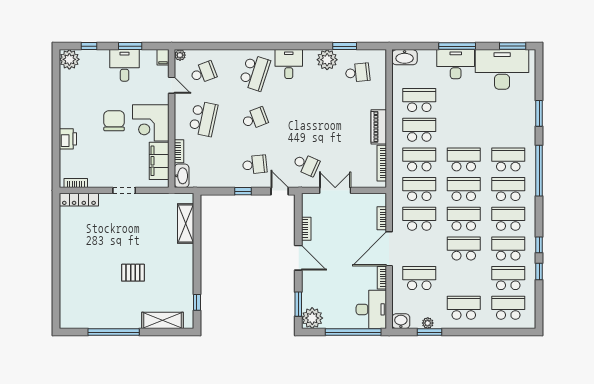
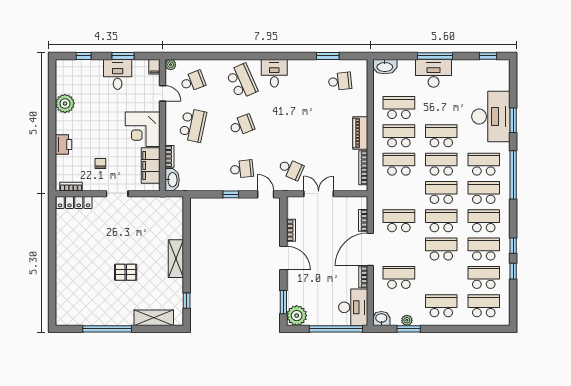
window: (513, 46) -> (488, 56), width x0.67
plant: (69, 59) -> (65, 104), moved
plant: (327, 60) -> (311, 69), removed
desk: (502, 69) -> (491, 117), moved, turned 90
school desk: (255, 73) -> (242, 81), turned -42
chair: (114, 121) -> (100, 163), moved, width x0.54, depth x0.54
school desk: (419, 189) -> (441, 136), moved
shelving: (186, 223) -> (176, 259), moved

